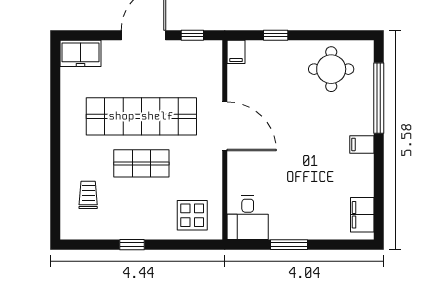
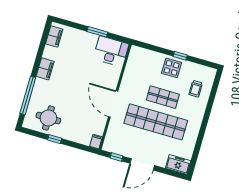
window: (276, 35) -> (55, 139), moved
filing cabinet: (362, 144) -> (45, 69), width x2.00
display table: (192, 215) -> (172, 68), moved
desk: (248, 218) -> (111, 51), width x1.37

